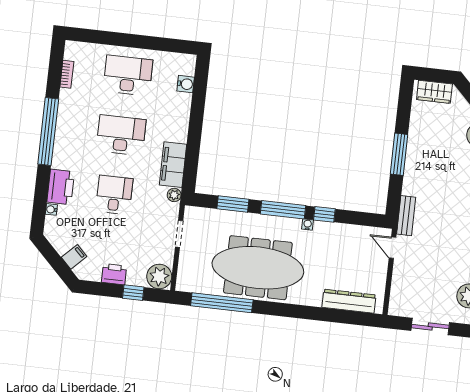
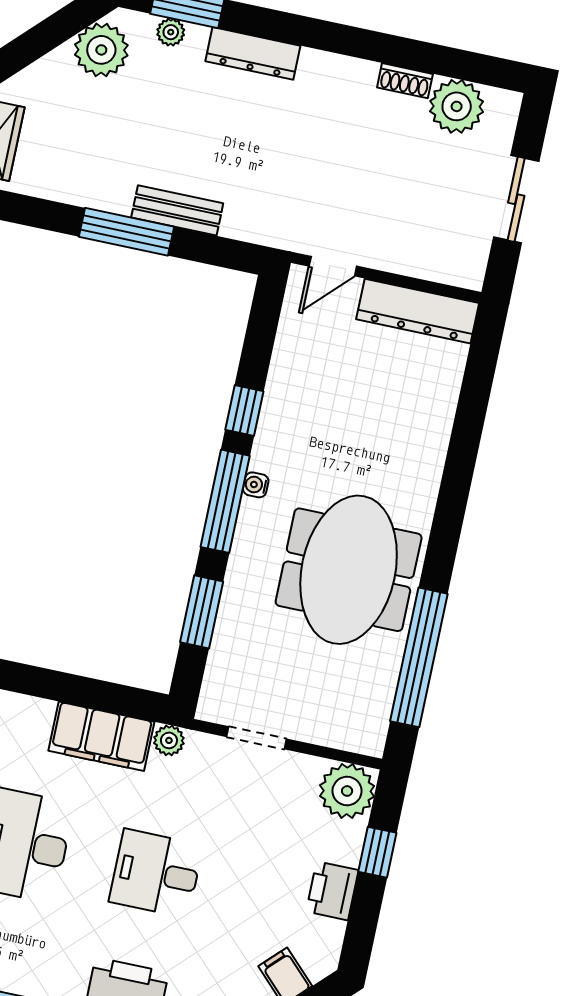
bench: (406, 216) -> (177, 210), moved
water cooler: (308, 224) -> (256, 485), moved
meeting table: (258, 268) -> (349, 570), width x0.73
dresser: (349, 301) -> (418, 311), moved, turned -90

